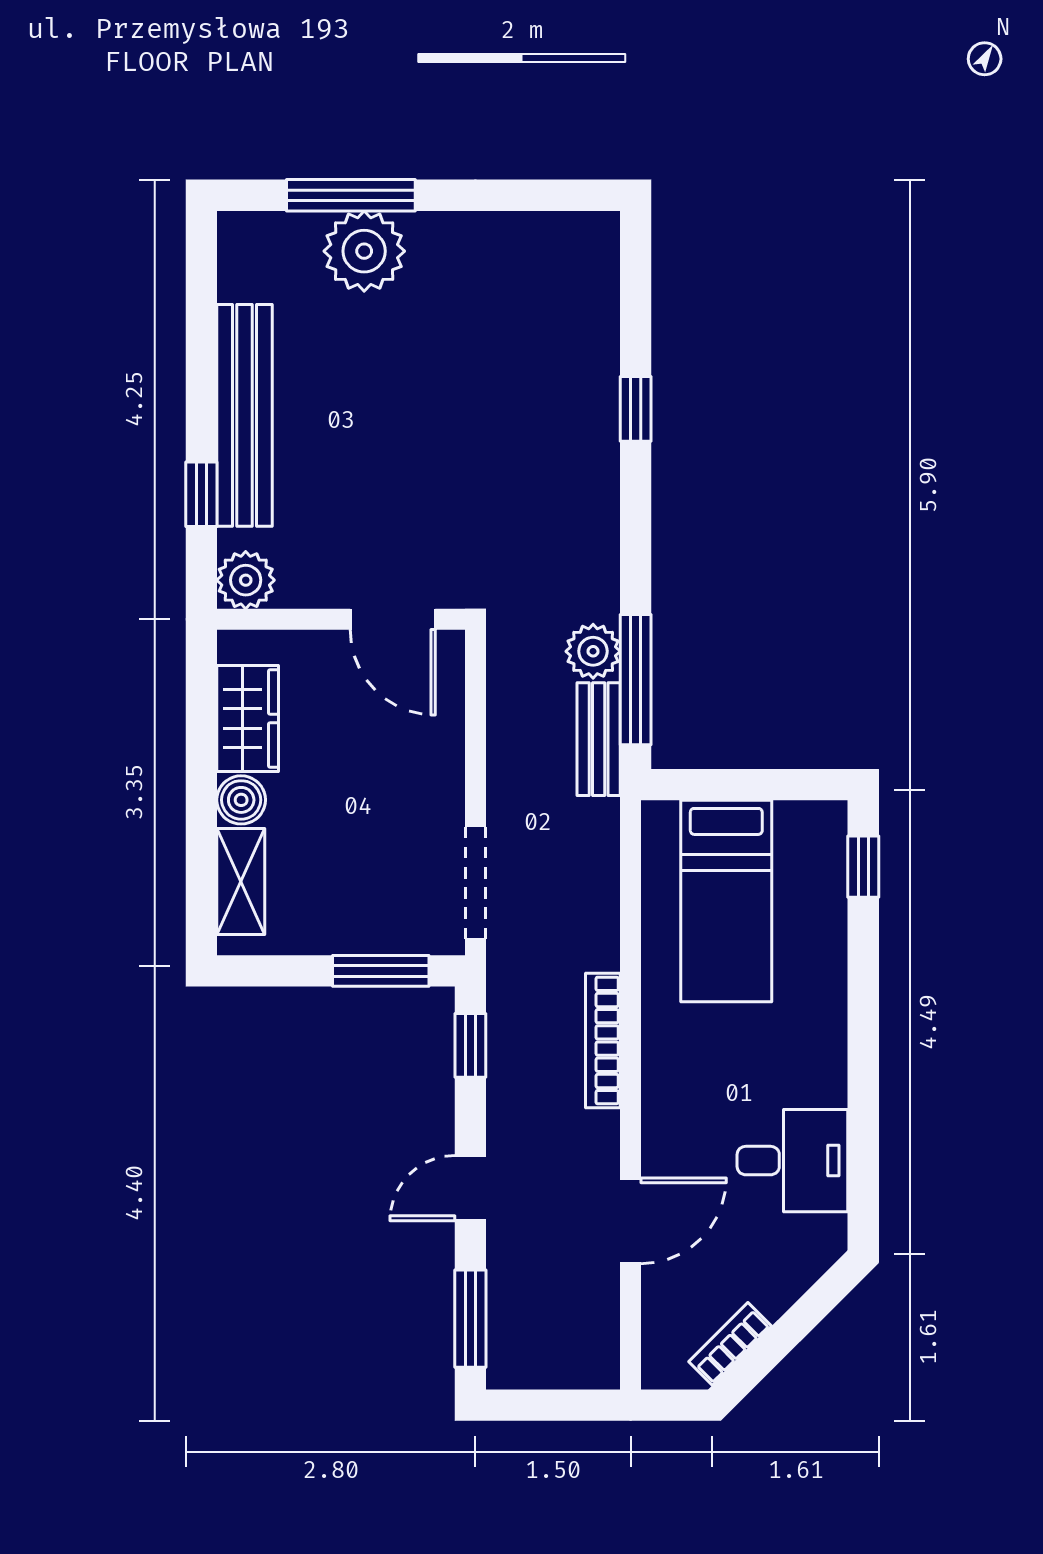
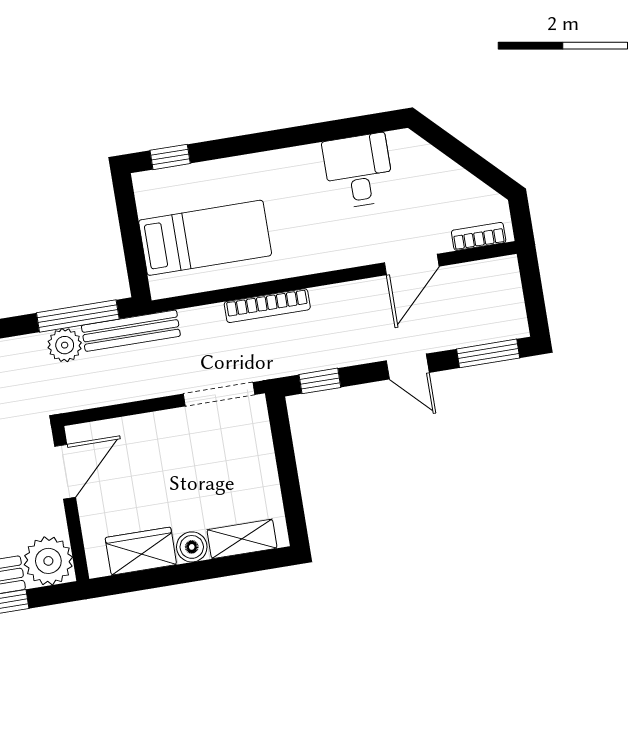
plant: (246, 580) -> (48, 561), width x1.36, depth x1.36
bench: (599, 739) -> (131, 331), width x1.36
window: (381, 971) -> (283, 444), removed
bookcase: (603, 1040) -> (267, 306), moved
door: (631, 1221) -> (412, 265), swing flipped
bookcase: (730, 1344) -> (479, 236), moved, turned 135

